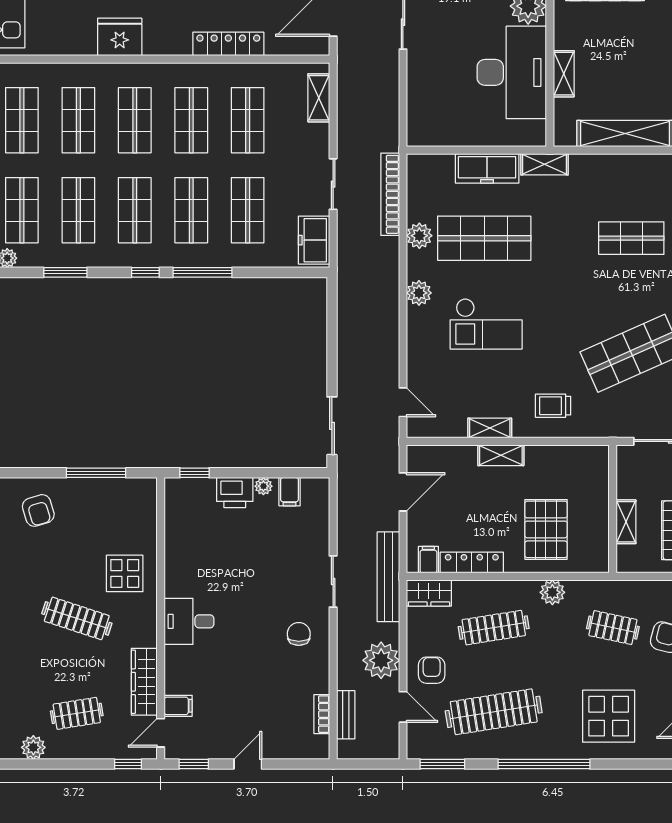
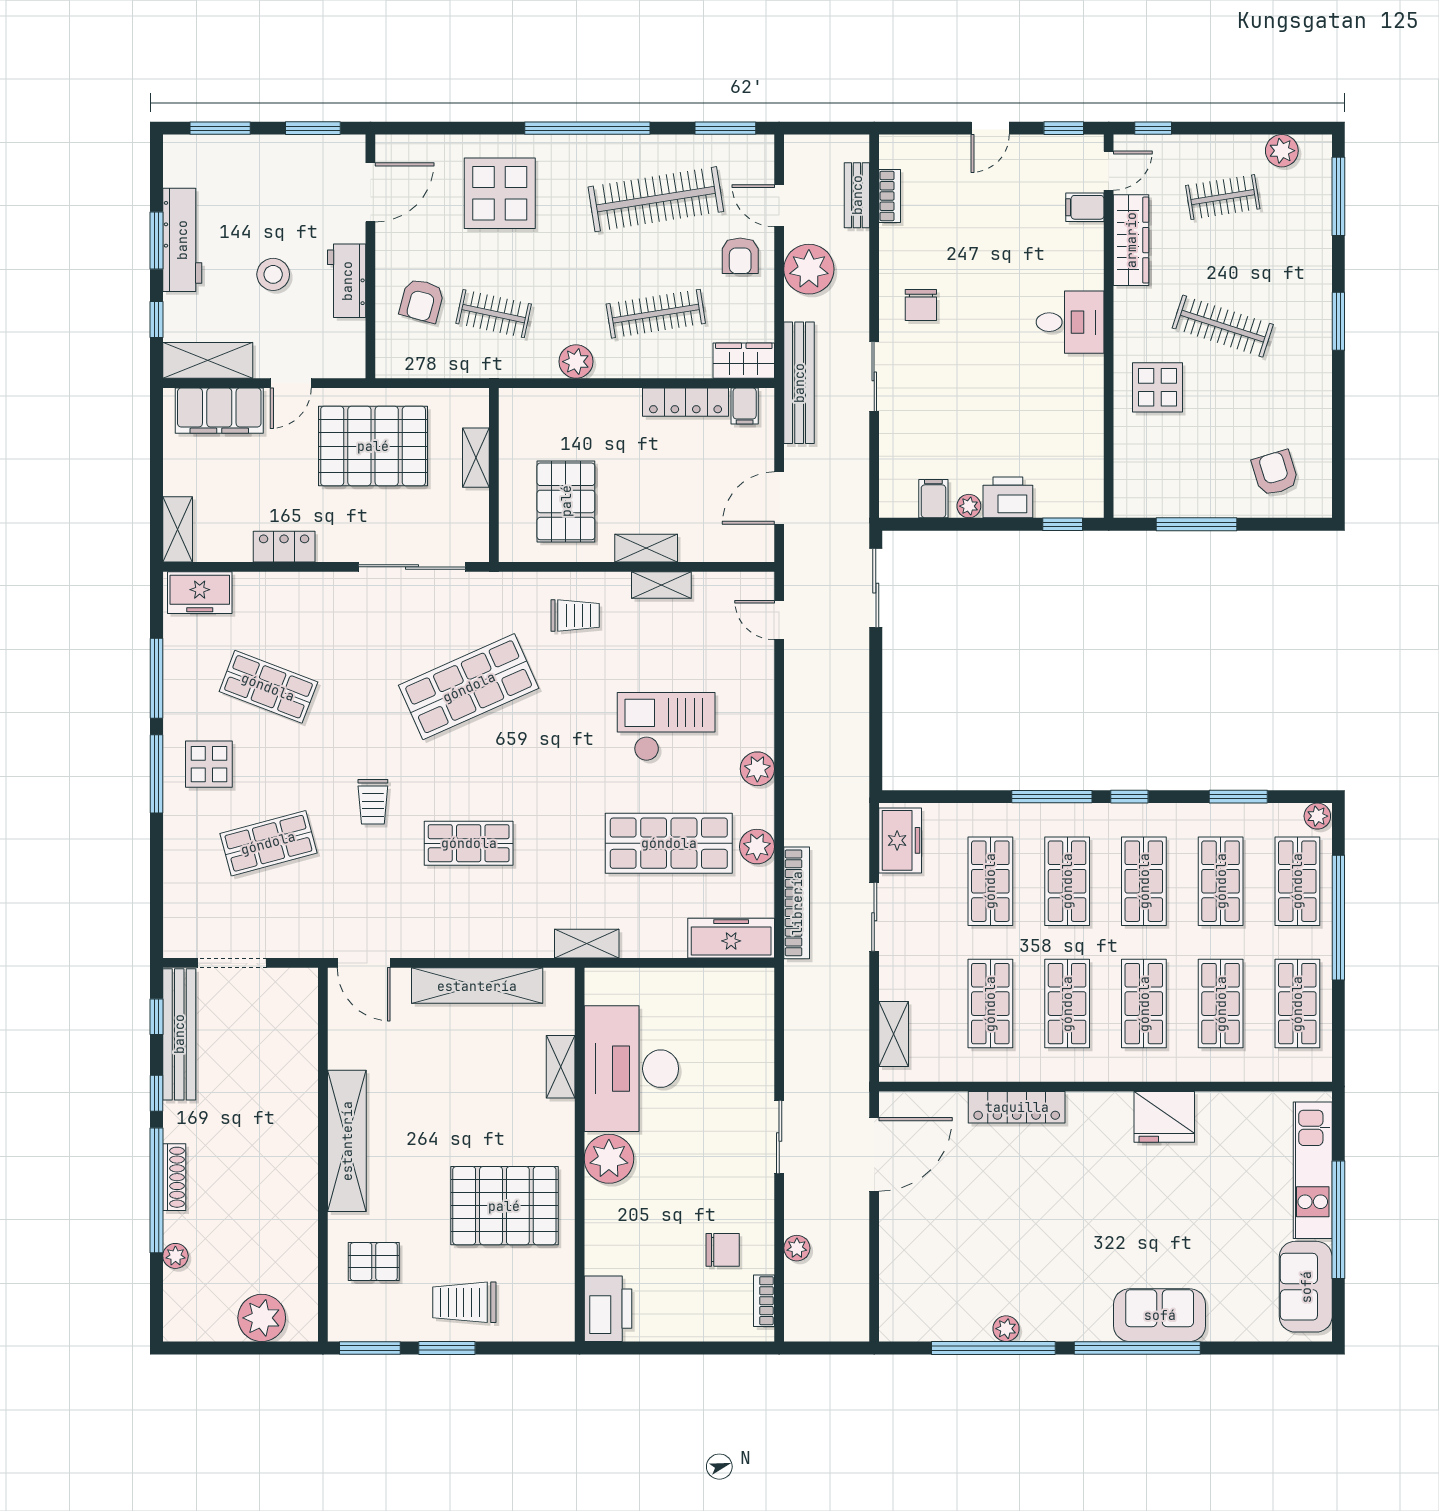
freezer: (487, 168) -> (731, 938), moved
pallet: (546, 529) -> (566, 501), moved

